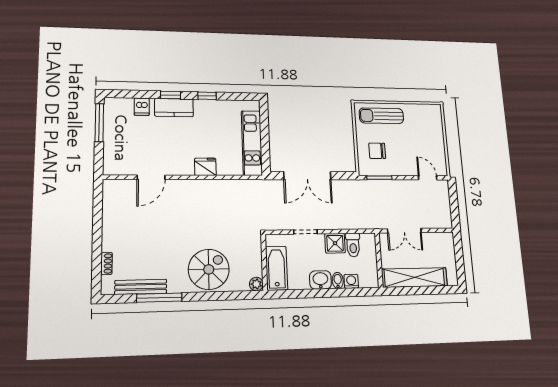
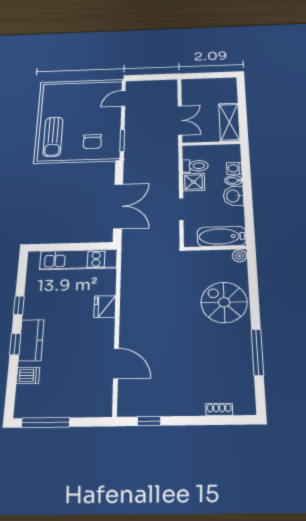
window: (98, 205) -> (149, 421), added
shelving: (414, 277) -> (229, 122), width x0.68
bench: (141, 287) -> (246, 372), removed

